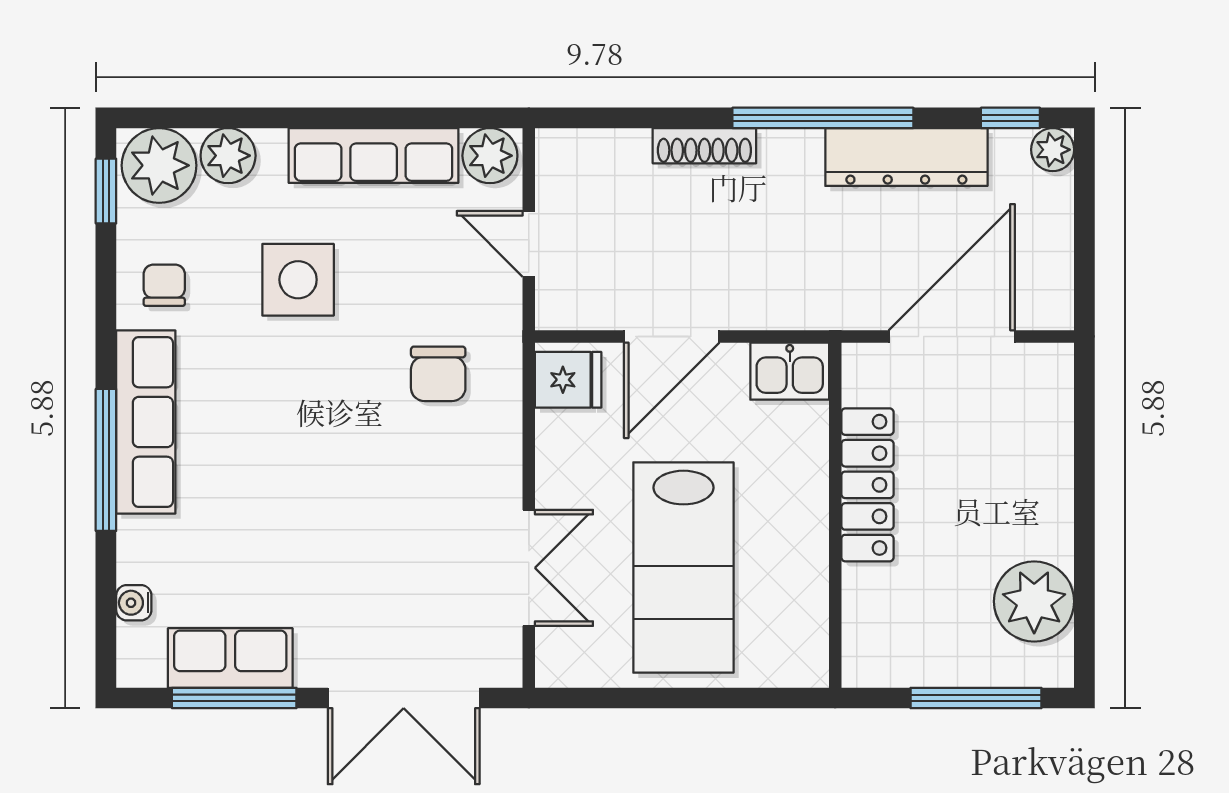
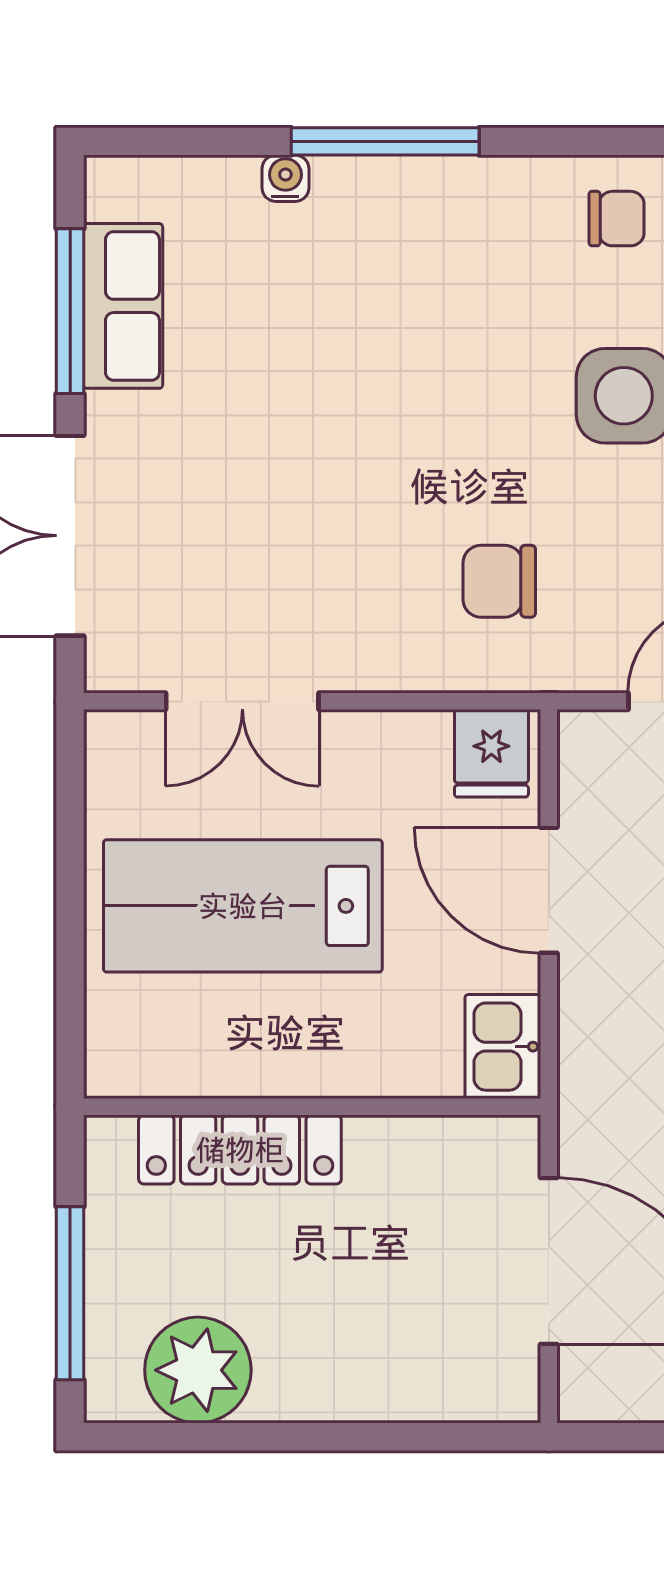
row of seats: (146, 422) -> (435, 194), removed
locker: (867, 485) -> (240, 1150), moved
water cooler: (134, 603) -> (285, 178), moved

